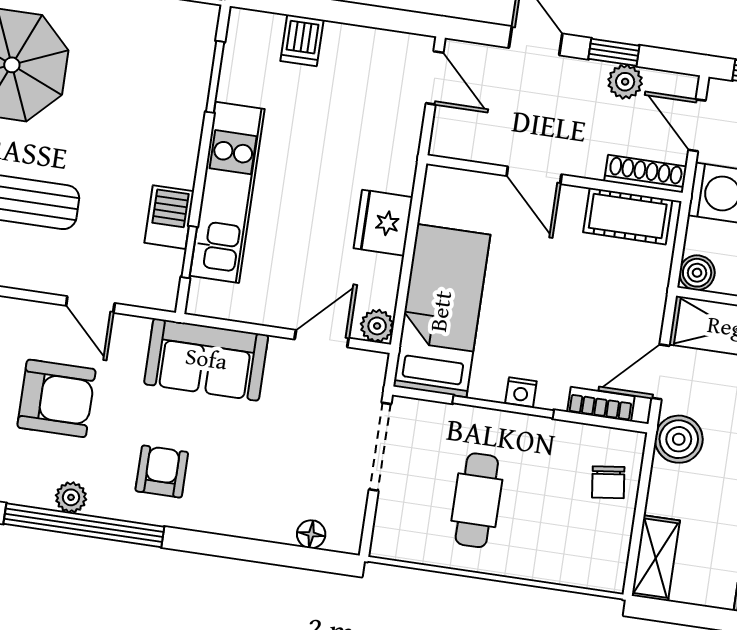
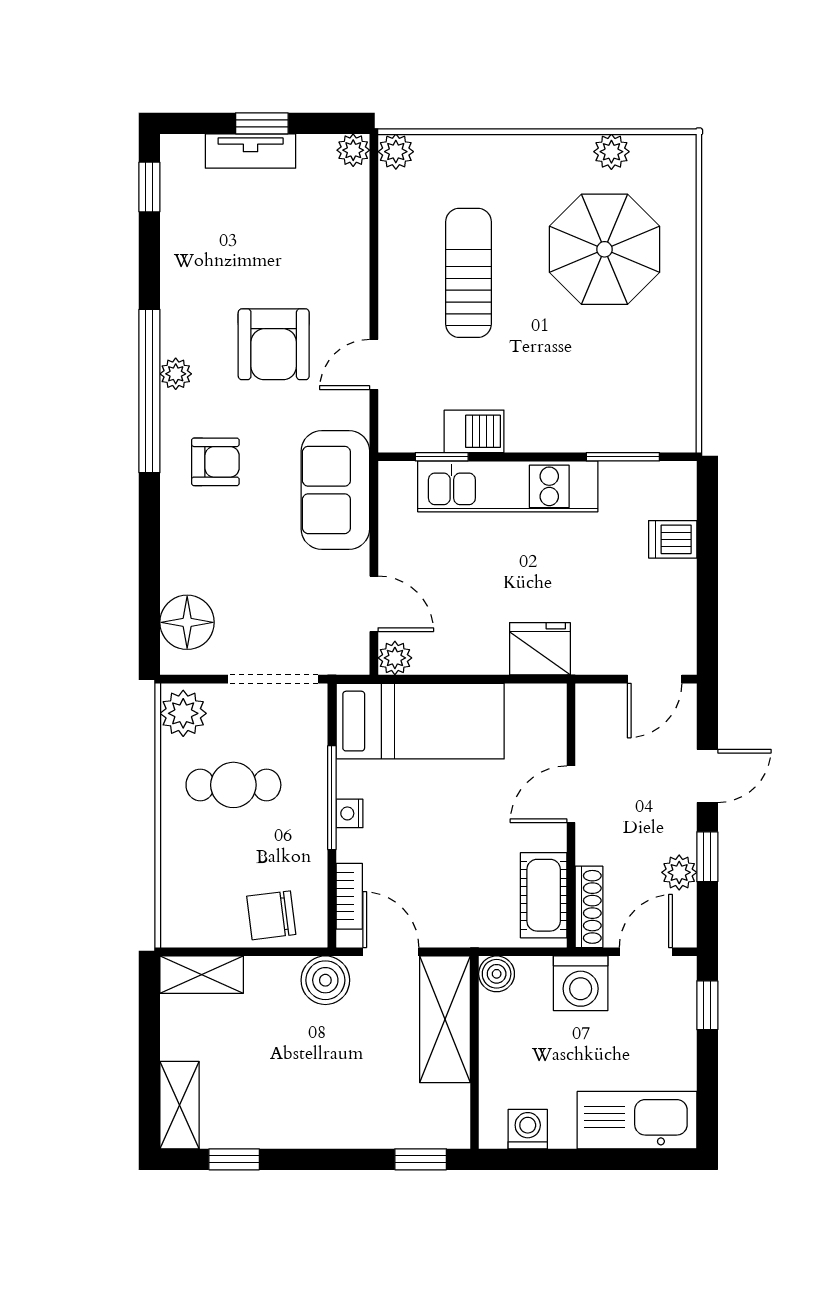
fridge: (383, 223) -> (540, 649), moved
chair: (608, 482) -> (271, 915), width x1.37, depth x1.37
floor lamp: (311, 534) -> (187, 622), width x1.89, depth x1.89
plant: (400, 539) -> (183, 713), added

